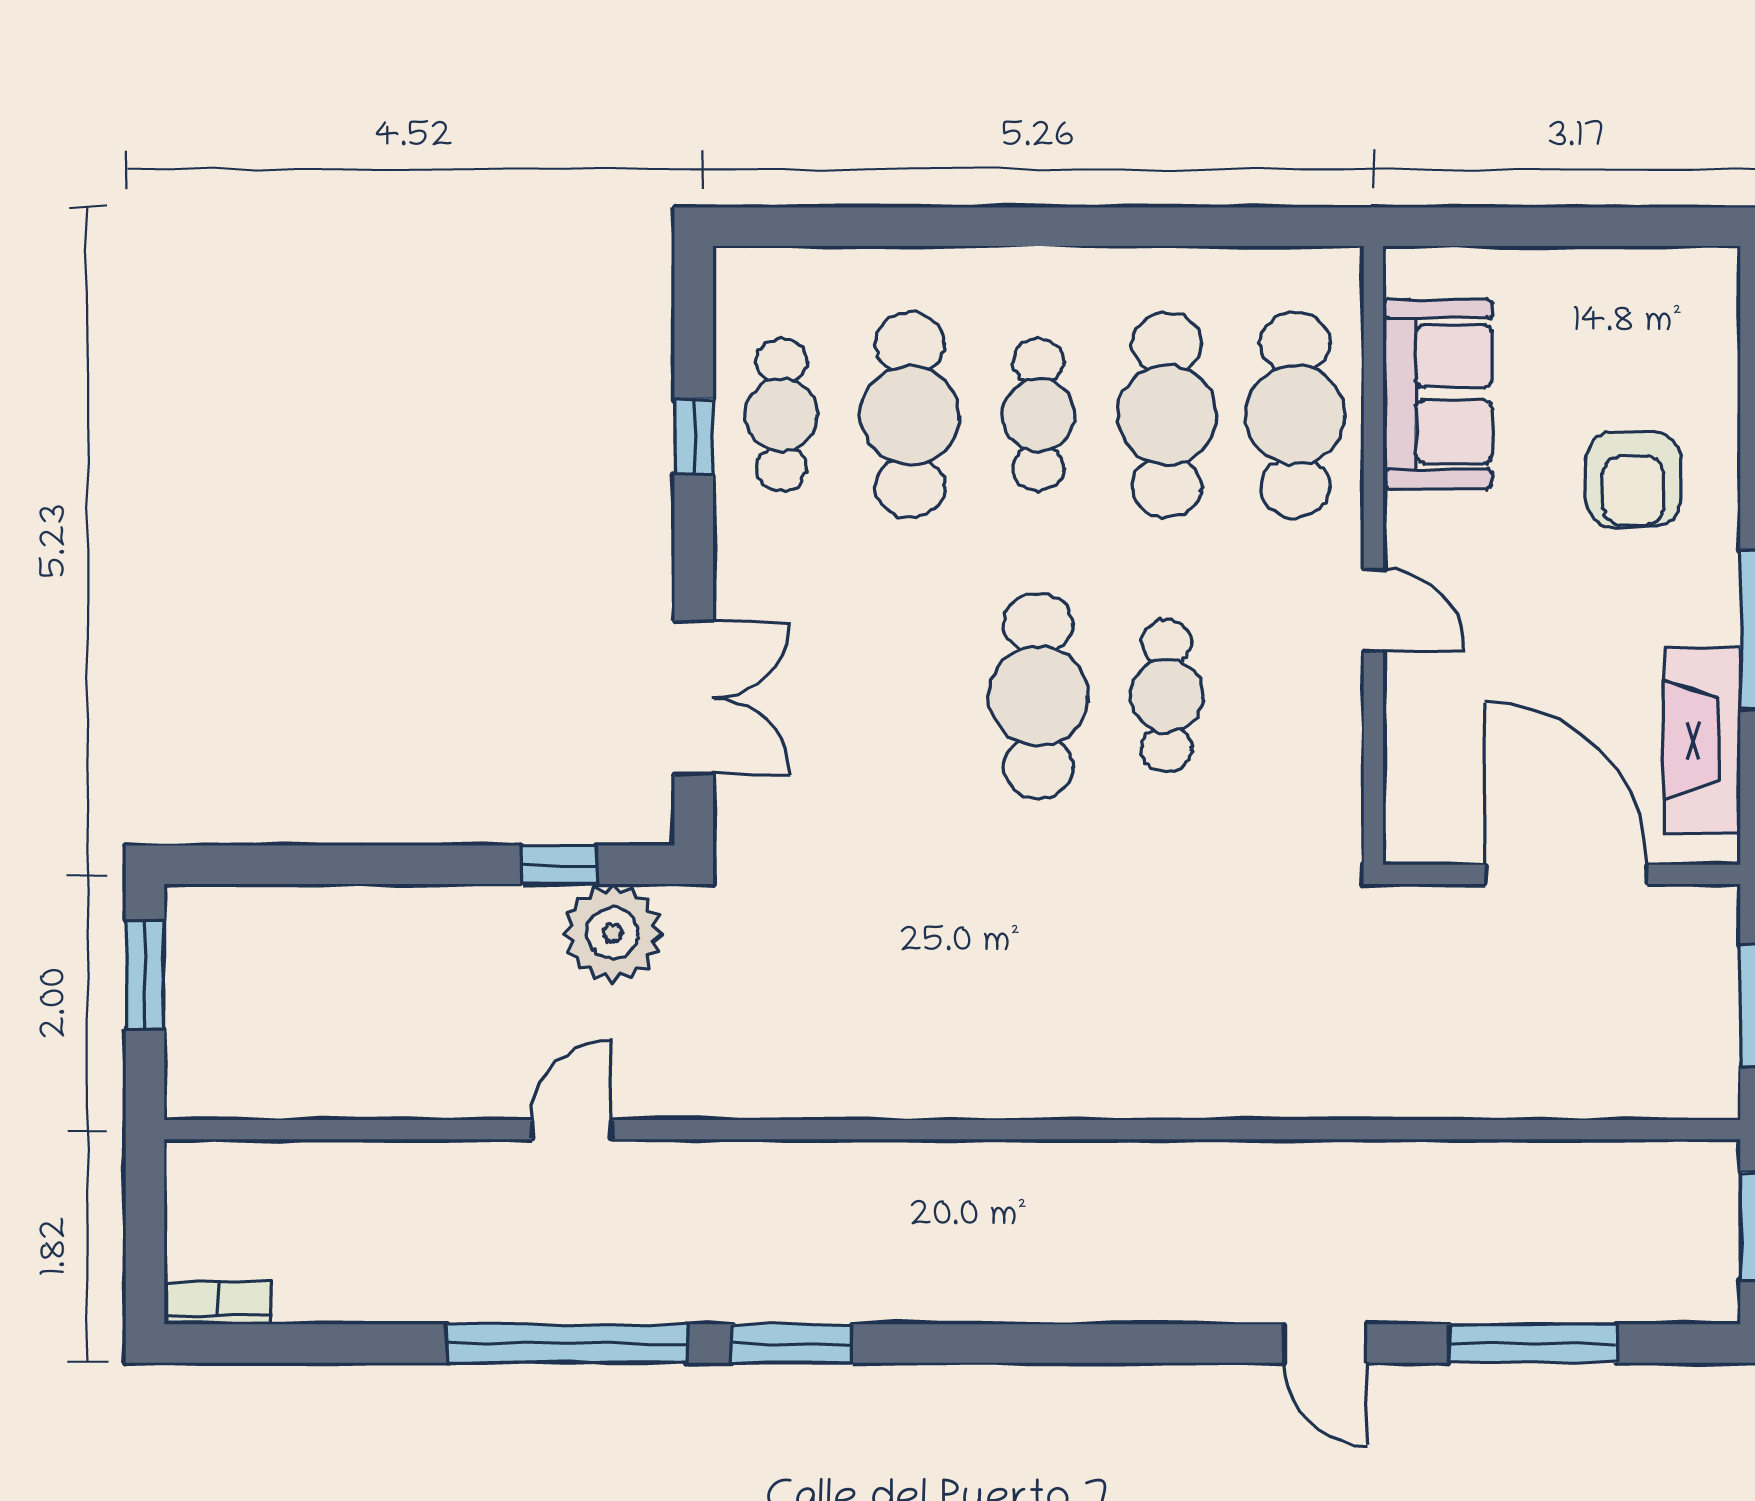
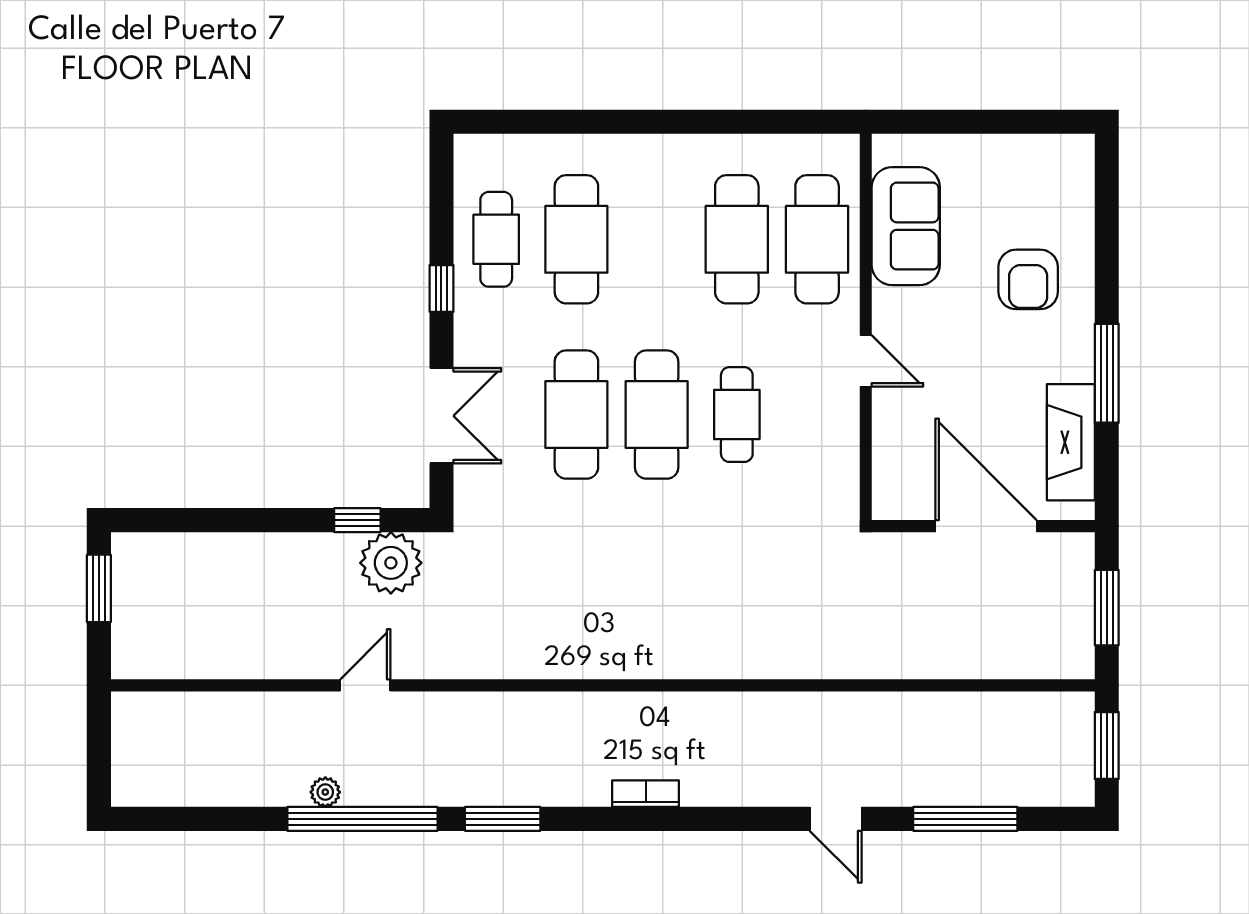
cafe table: (1038, 415) -> (576, 415), moved, width x1.37, depth x1.35
window: (694, 436) -> (441, 288), moved
plant: (508, 1300) -> (325, 792), added
bookcase: (218, 1303) -> (646, 794), moved

